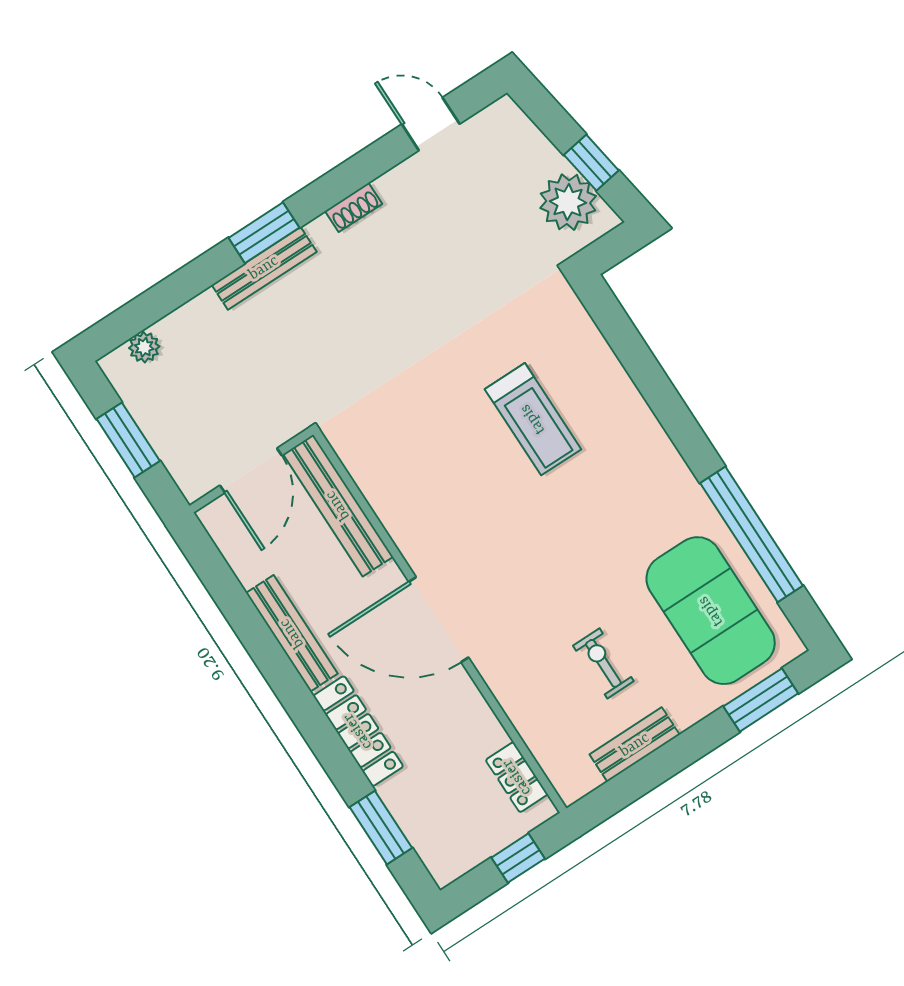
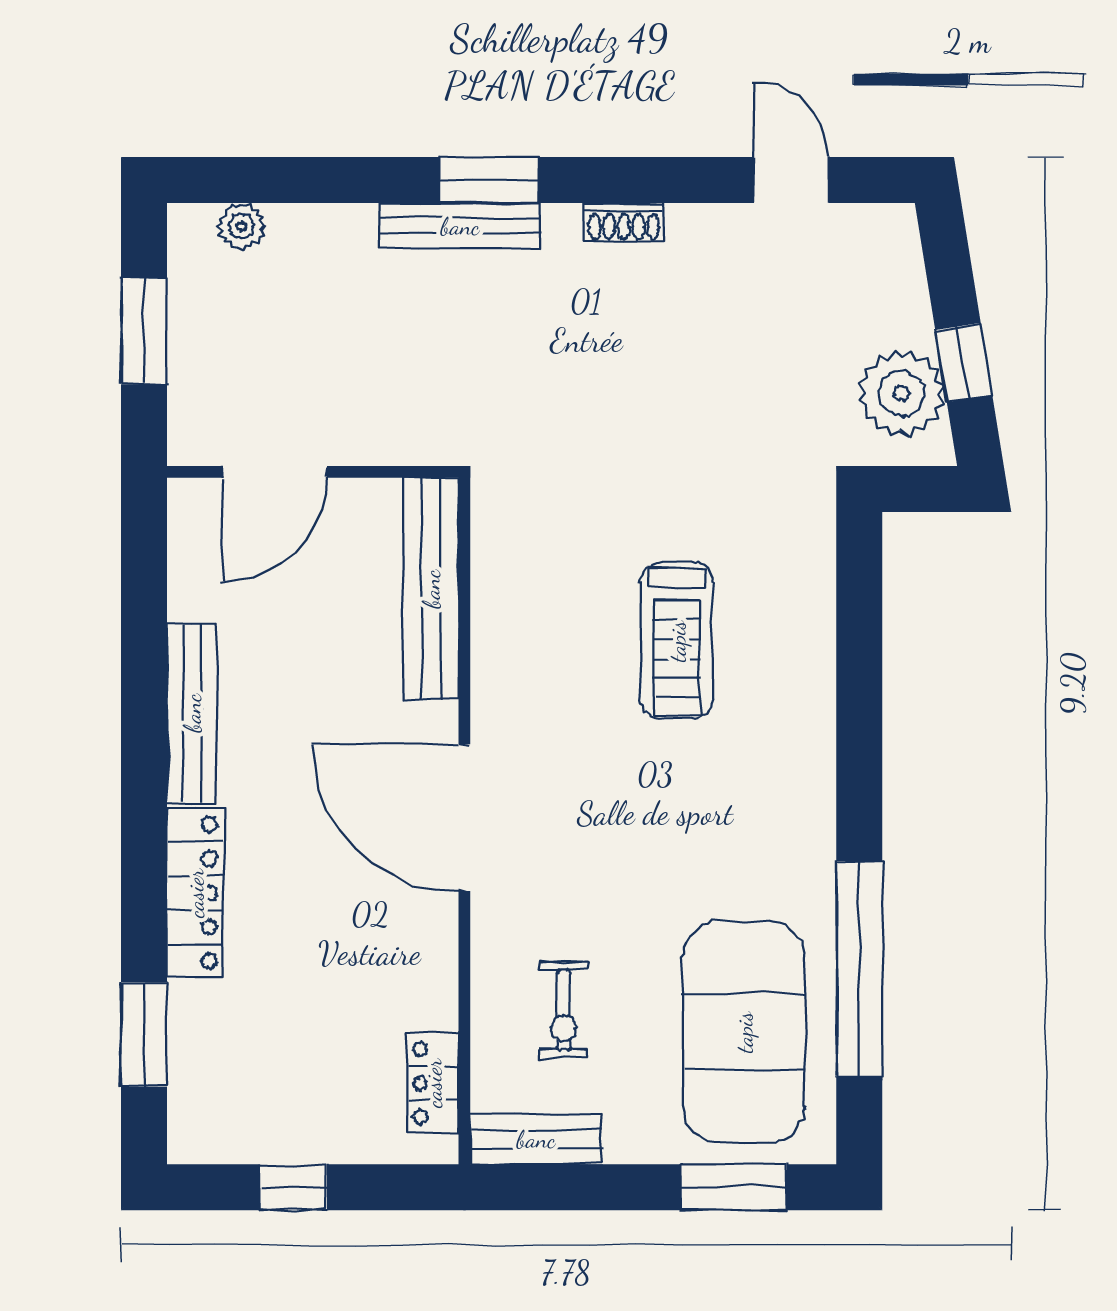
bench: (338, 505) -> (431, 589), moved
door: (439, 620) -> (464, 818), moved
wall: (440, 621) -> (464, 821), moved
exercise bike: (603, 663) -> (564, 1010), turned 180
locker: (517, 777) -> (433, 1083), moved

